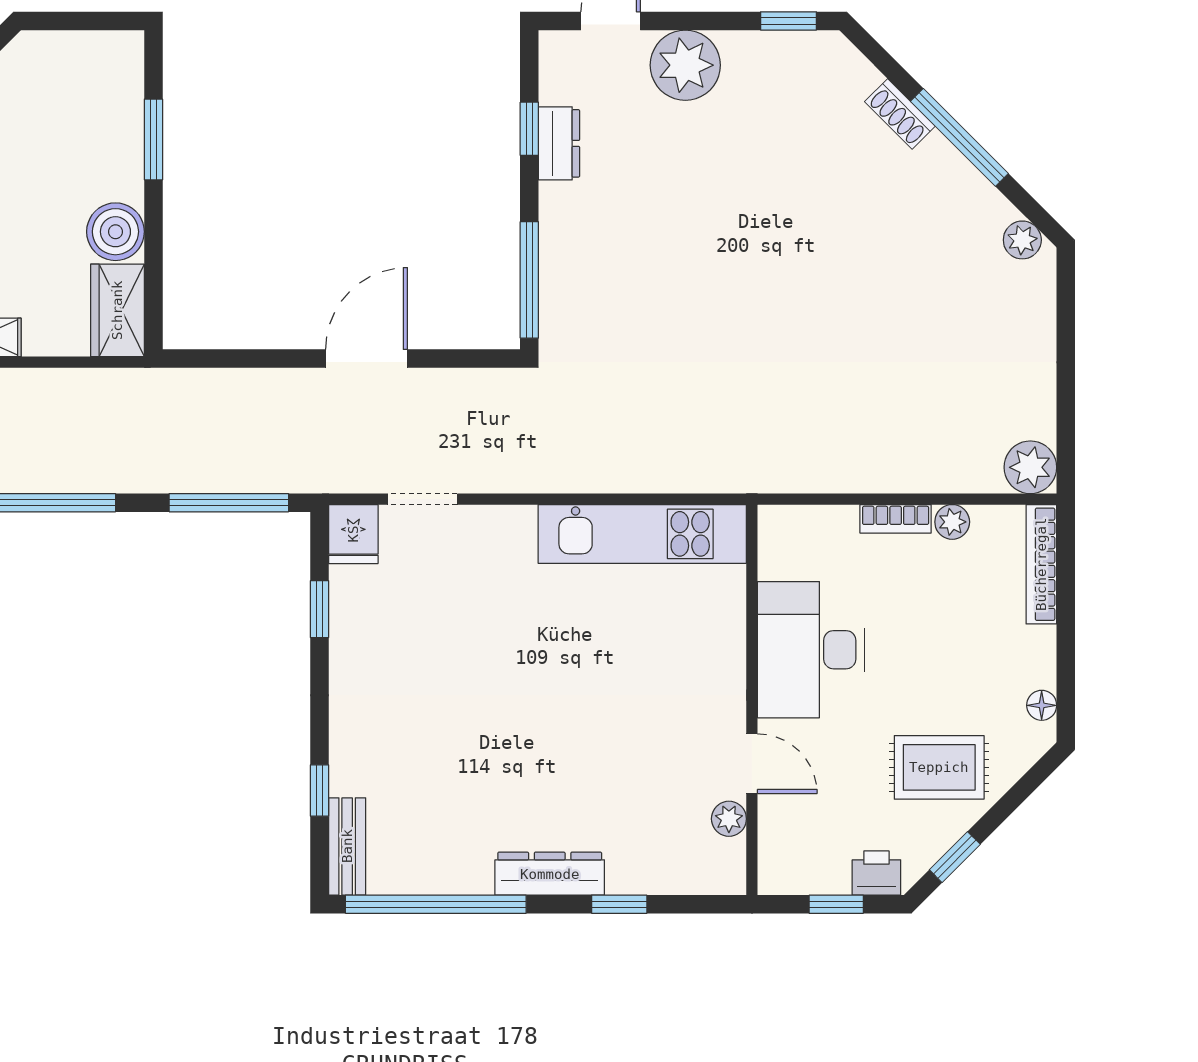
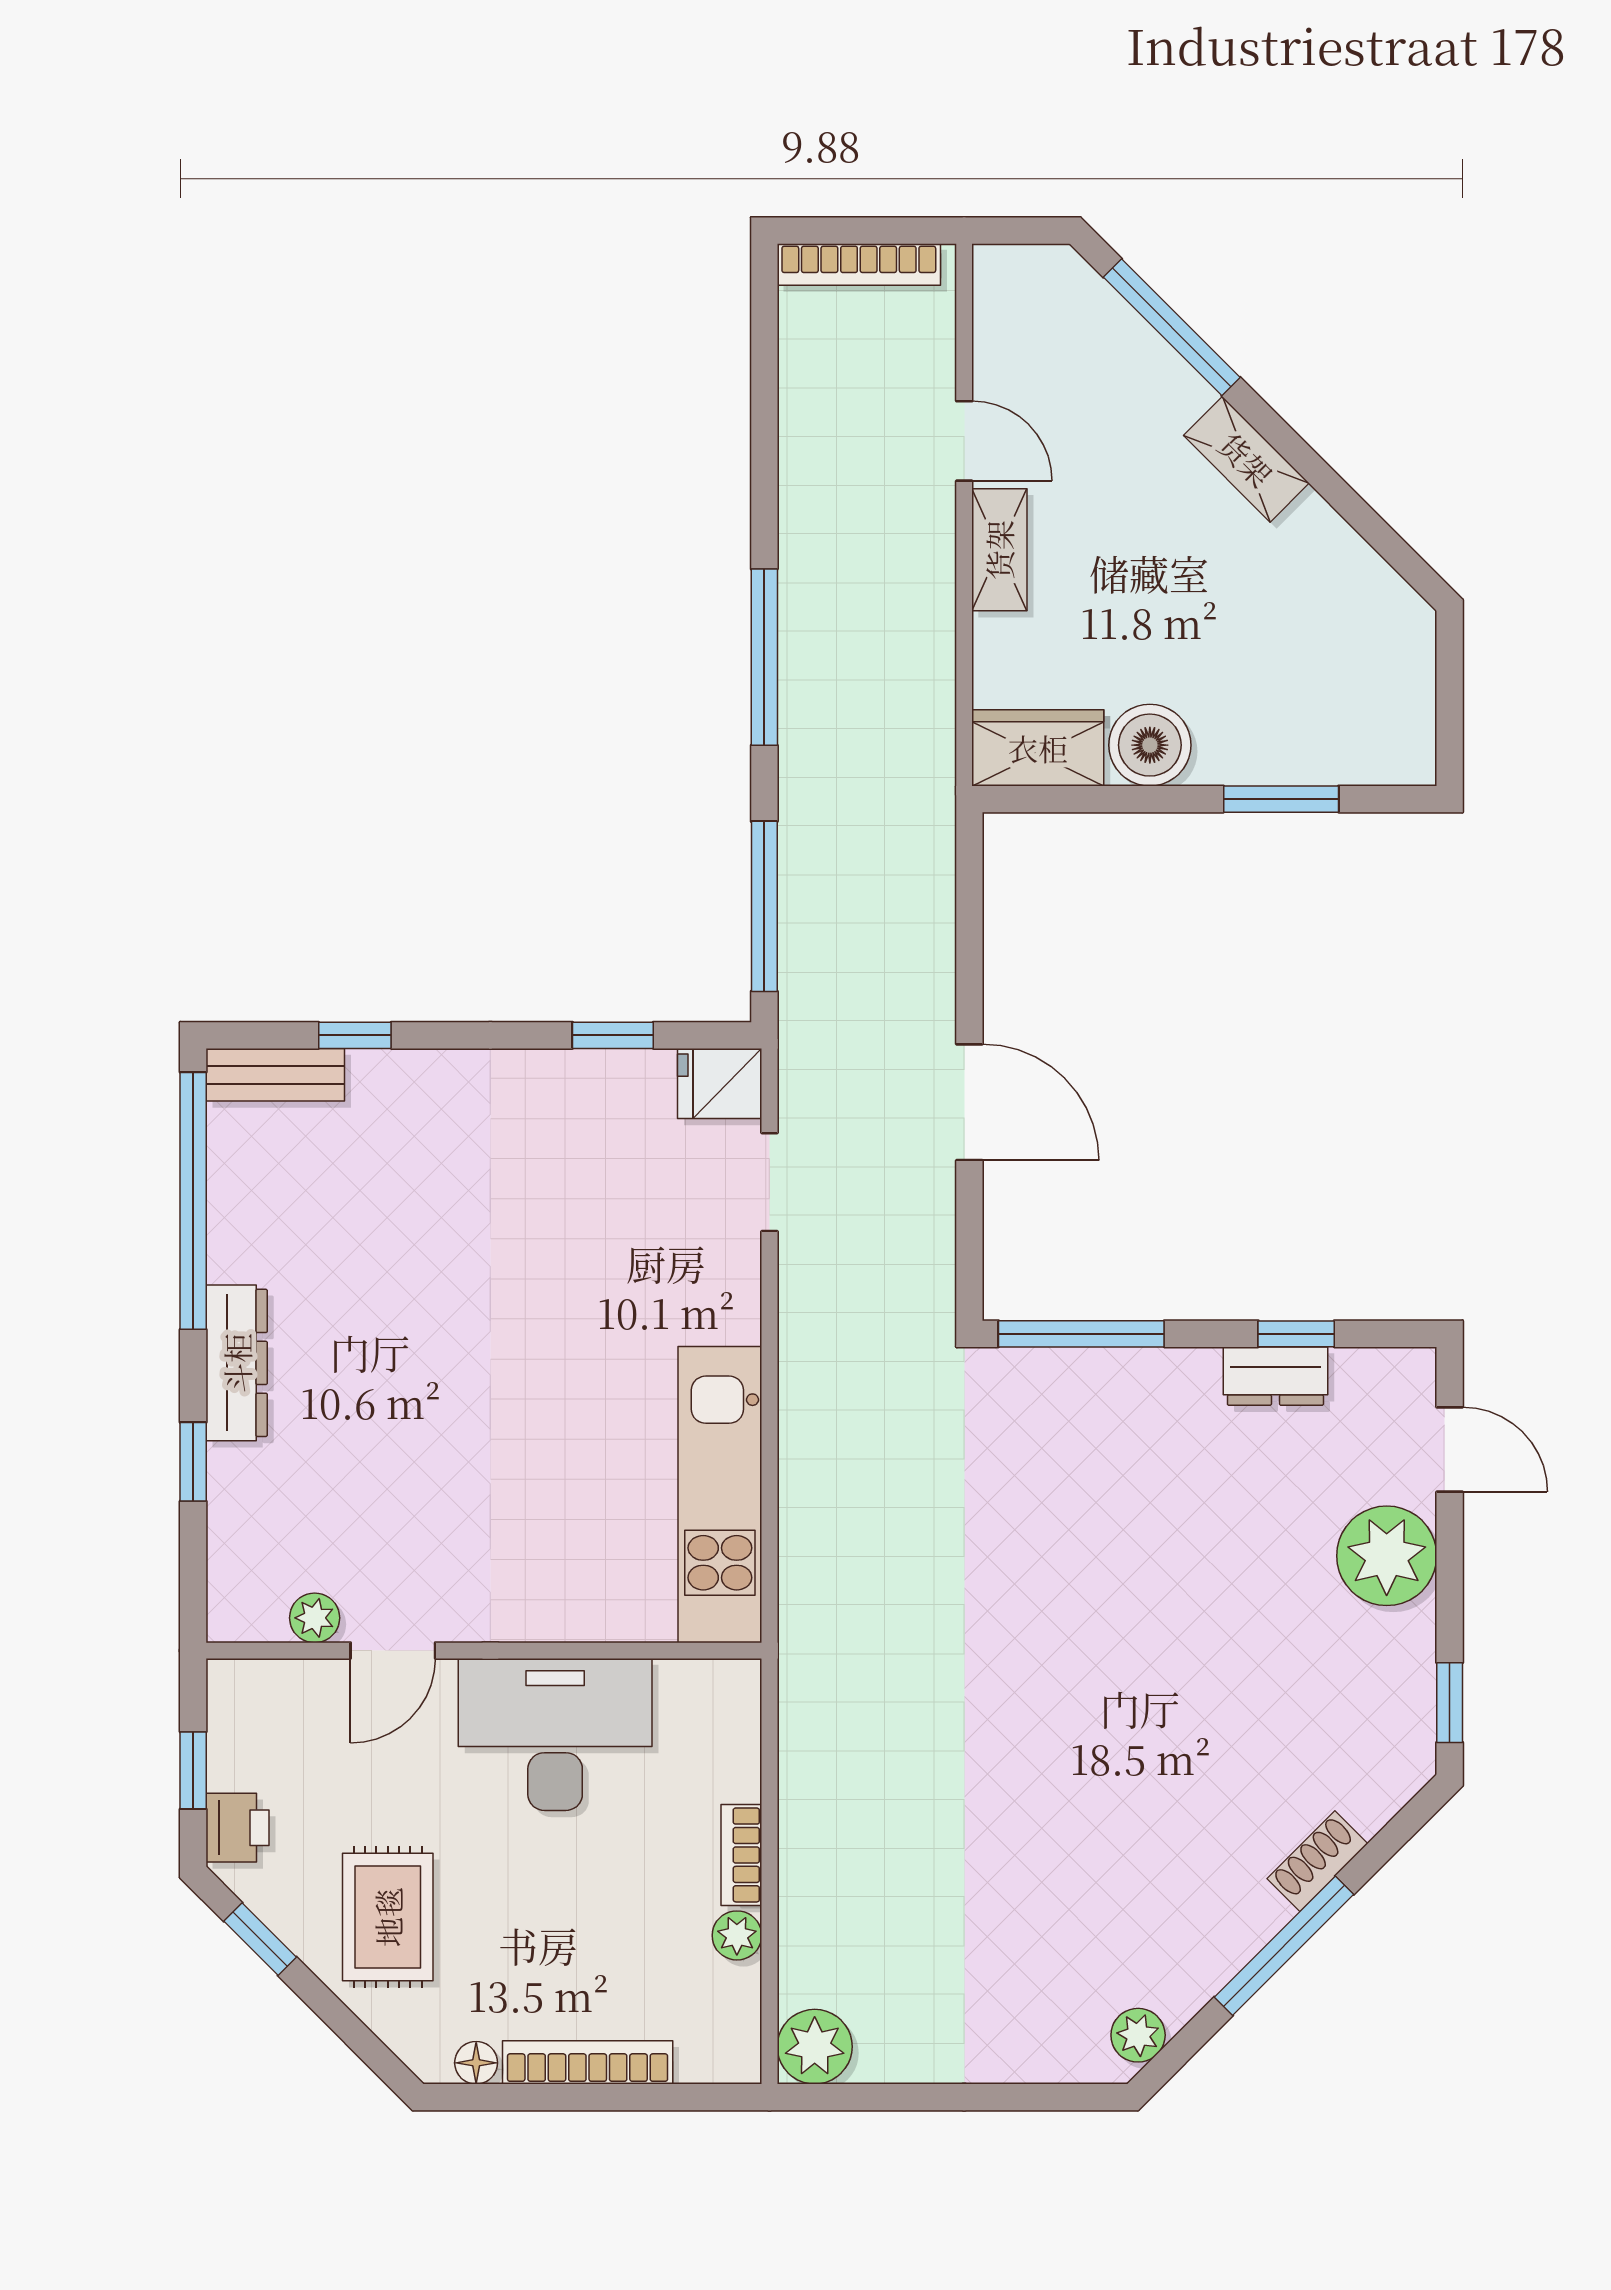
bookcase: (1041, 564) -> (588, 2062), moved

